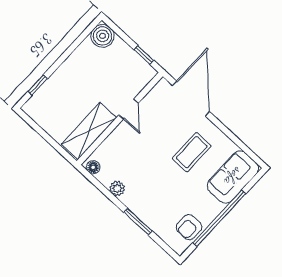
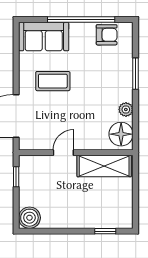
floor lamp: (93, 167) -> (121, 134), width x1.89, depth x1.89

